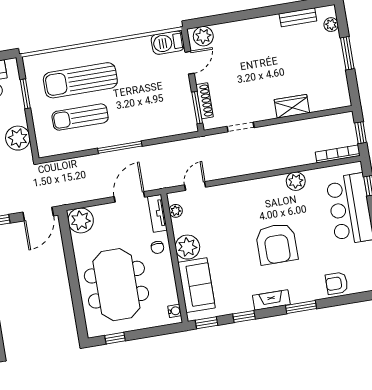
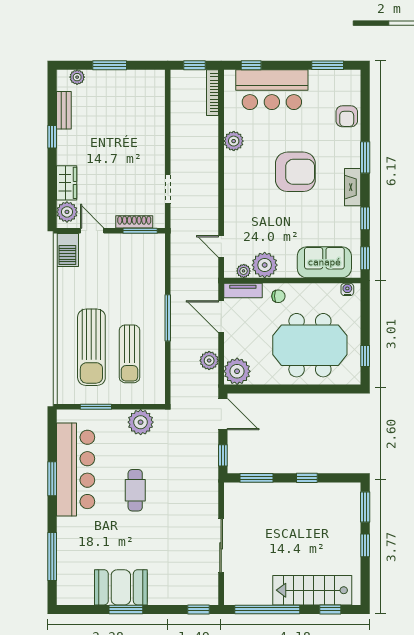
window: (271, 11) -> (52, 137), added
wardrobe: (292, 106) -> (67, 183), moved, turned 180
plant: (86, 193) -> (209, 361), added
plant: (187, 247) -> (265, 265), moved

